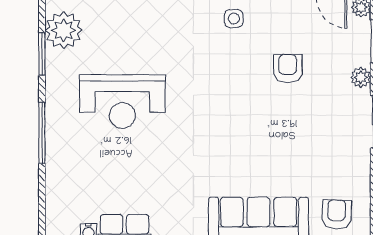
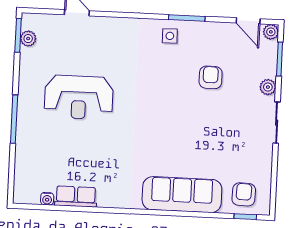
plant: (64, 30) -> (28, 39), width x0.53, depth x0.53
window: (42, 54) -> (18, 35), moved

